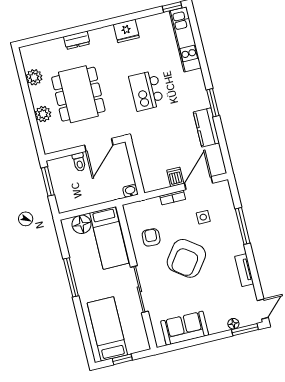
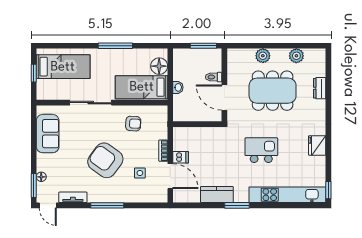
kitchen unit: (185, 39) -> (287, 195), width x1.36
dresser: (77, 40) -> (320, 88), moved
washbasin: (130, 191) -> (178, 87), moved
window: (243, 226) -> (107, 205), moved
armchair: (186, 258) -> (105, 160), moved
tv unit: (244, 270) -> (73, 197), moved

